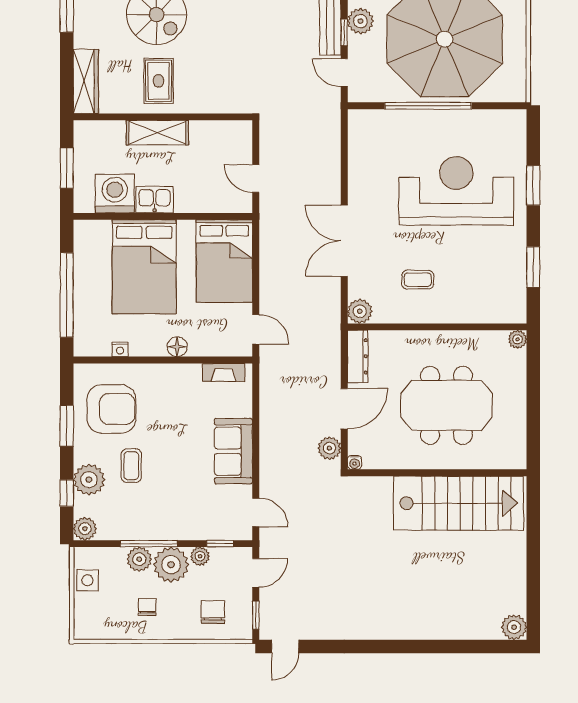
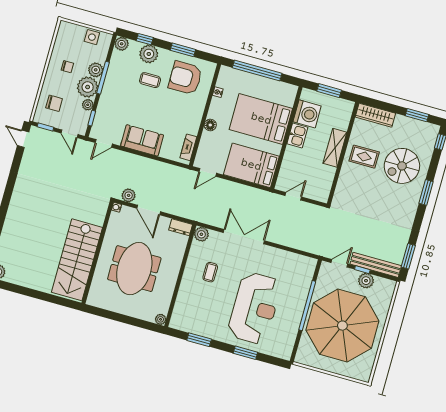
dresser: (358, 356) -> (181, 227), width x0.70
armchair: (111, 409) -> (185, 78), turned 90

